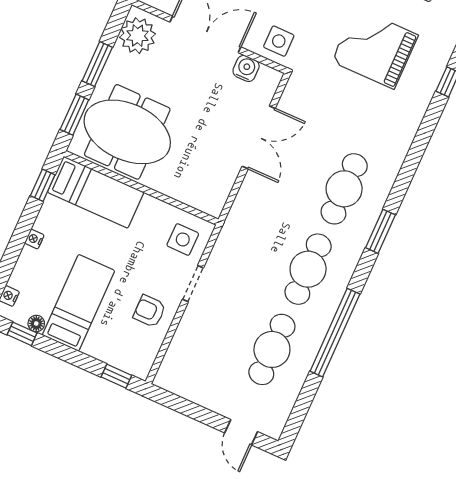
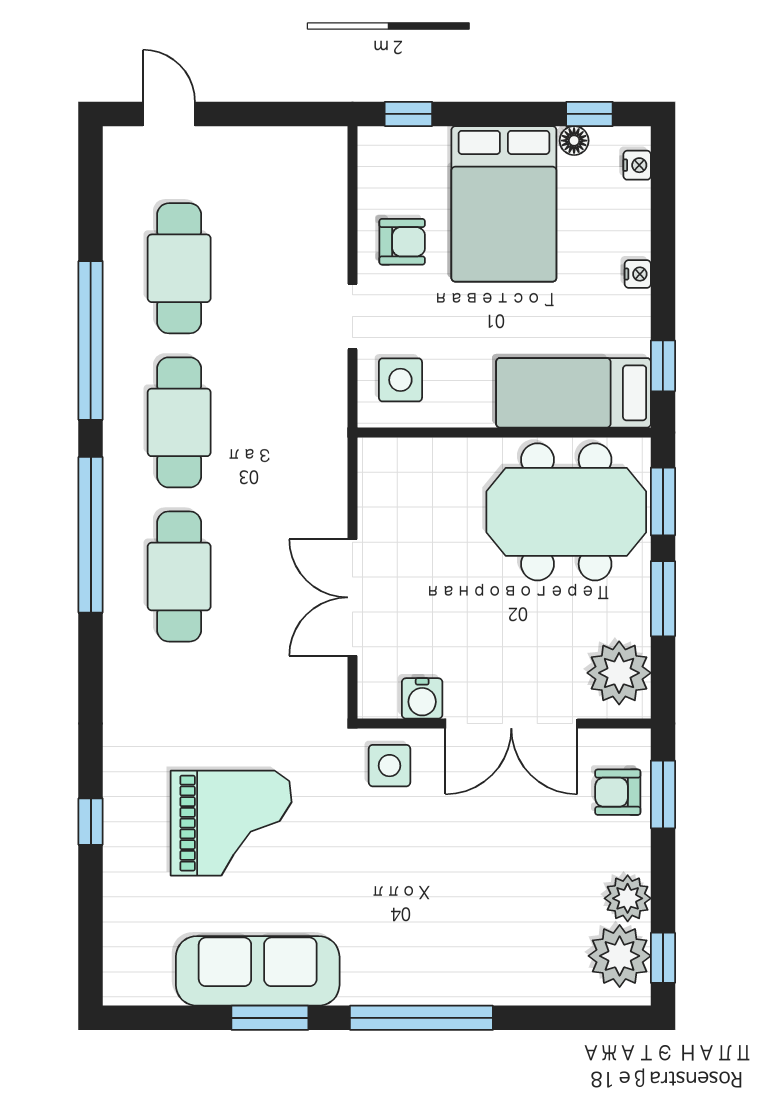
window: (380, 231) -> (91, 535), width x2.11
bed: (79, 303) -> (504, 204), width x1.50

